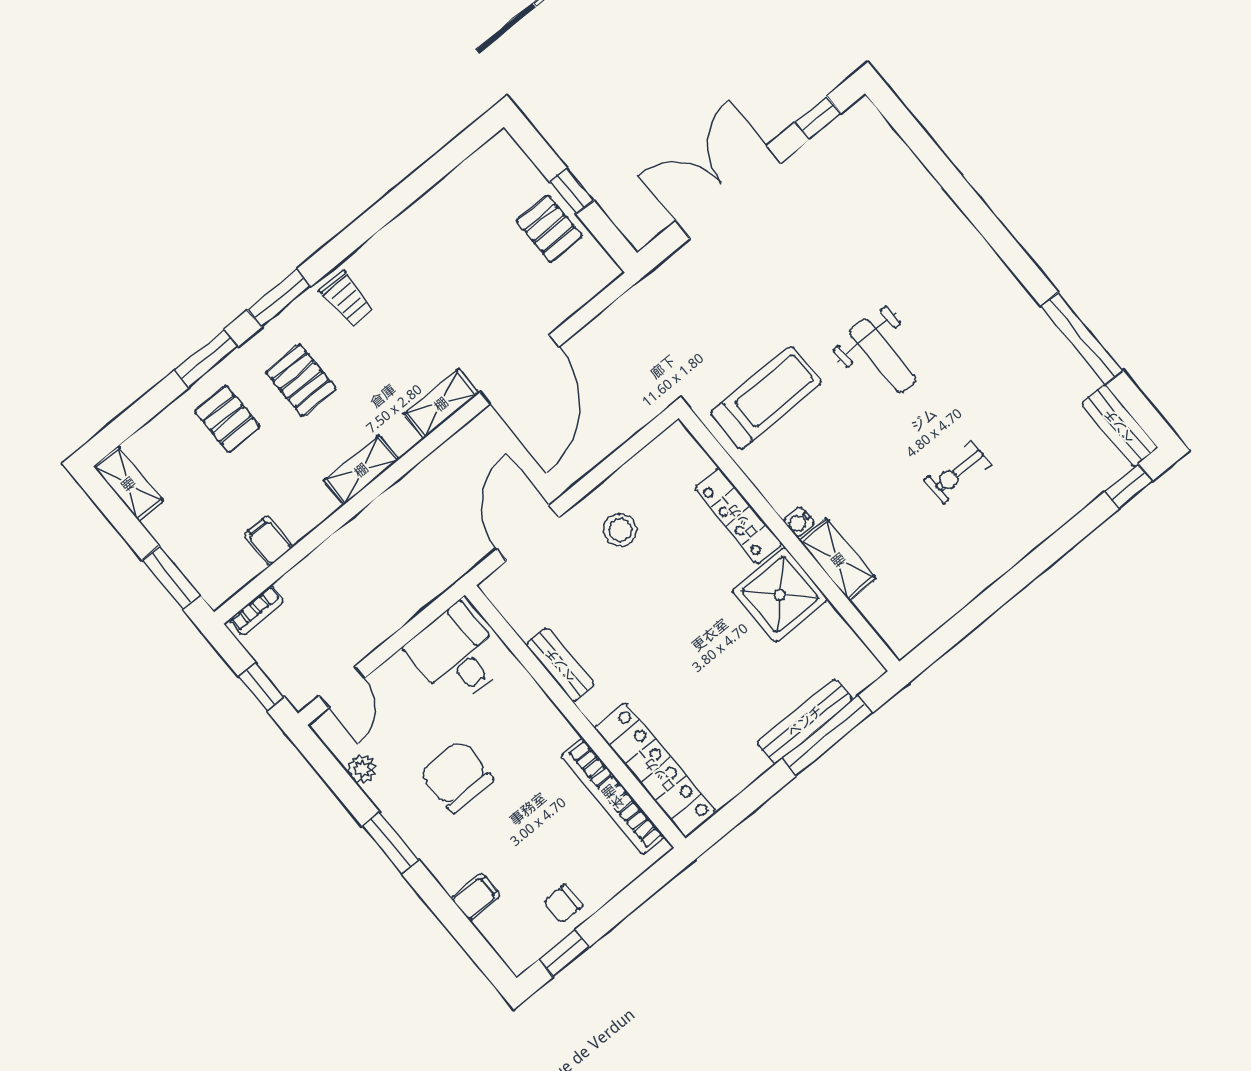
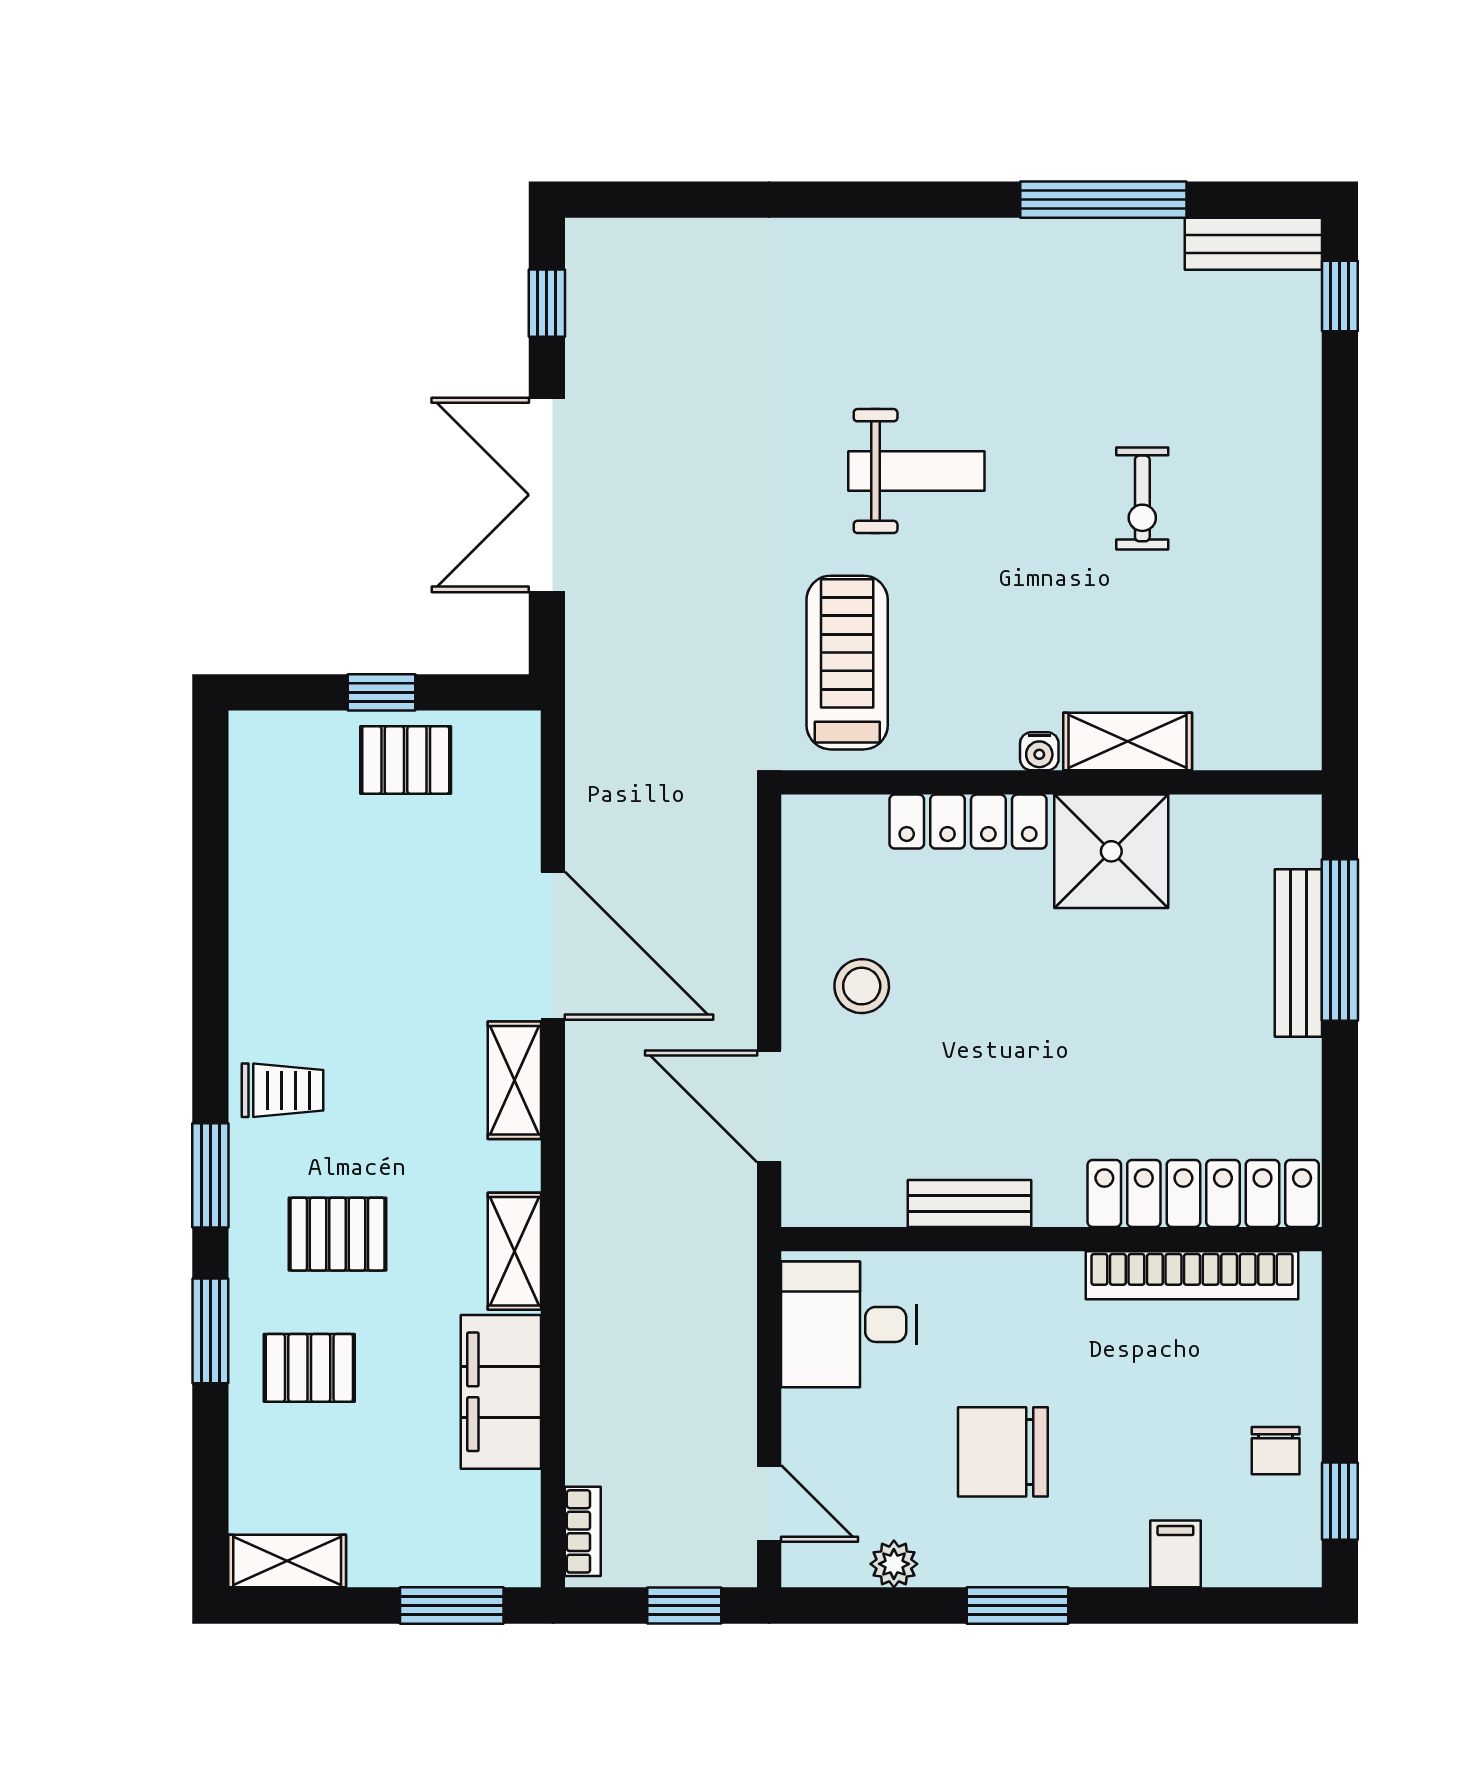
filing cabinet: (269, 541) -> (501, 1392), width x3.00, depth x1.17

